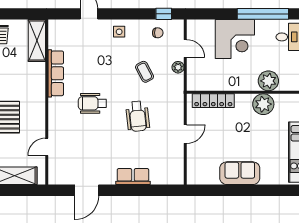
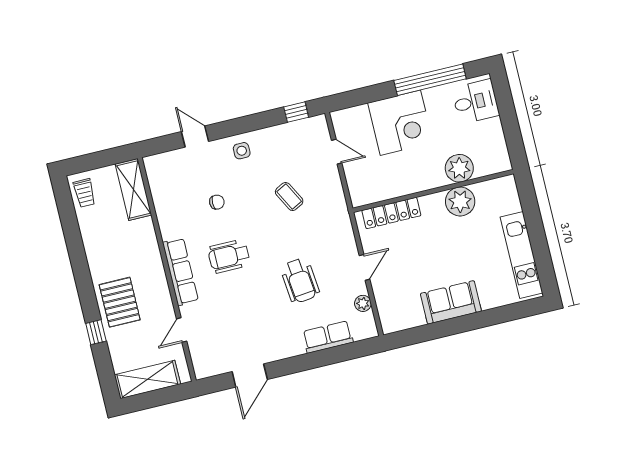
chair: (158, 33) -> (217, 202), moved
plant: (178, 67) -> (363, 303), moved
row of seats: (56, 73) -> (180, 272), moved
wheelchair: (138, 116) -> (300, 281), moved
row of seats: (133, 177) -> (328, 337), moved

